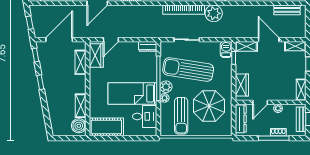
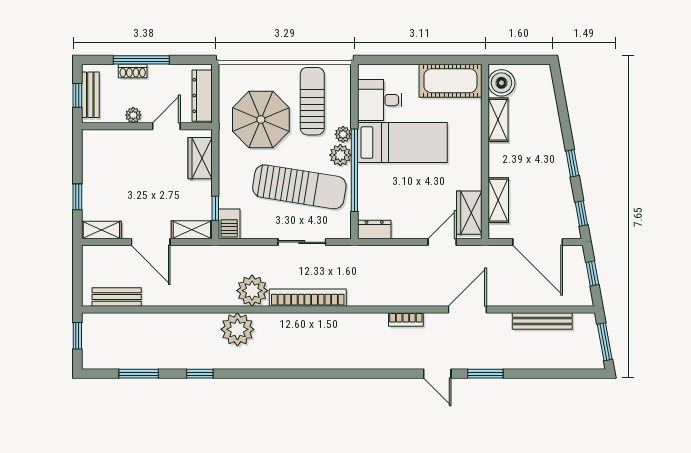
door: (59, 40) -> (538, 242), hinge flipped
shelving: (301, 90) -> (91, 149), removed

